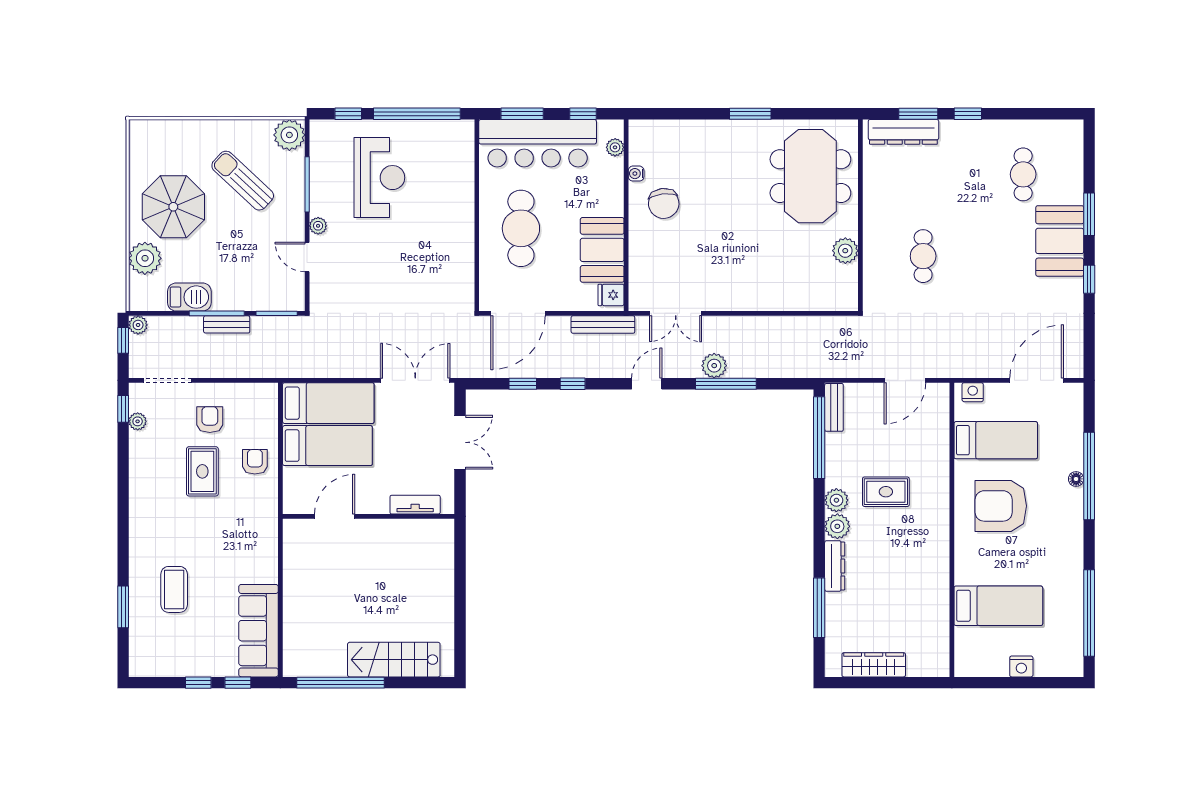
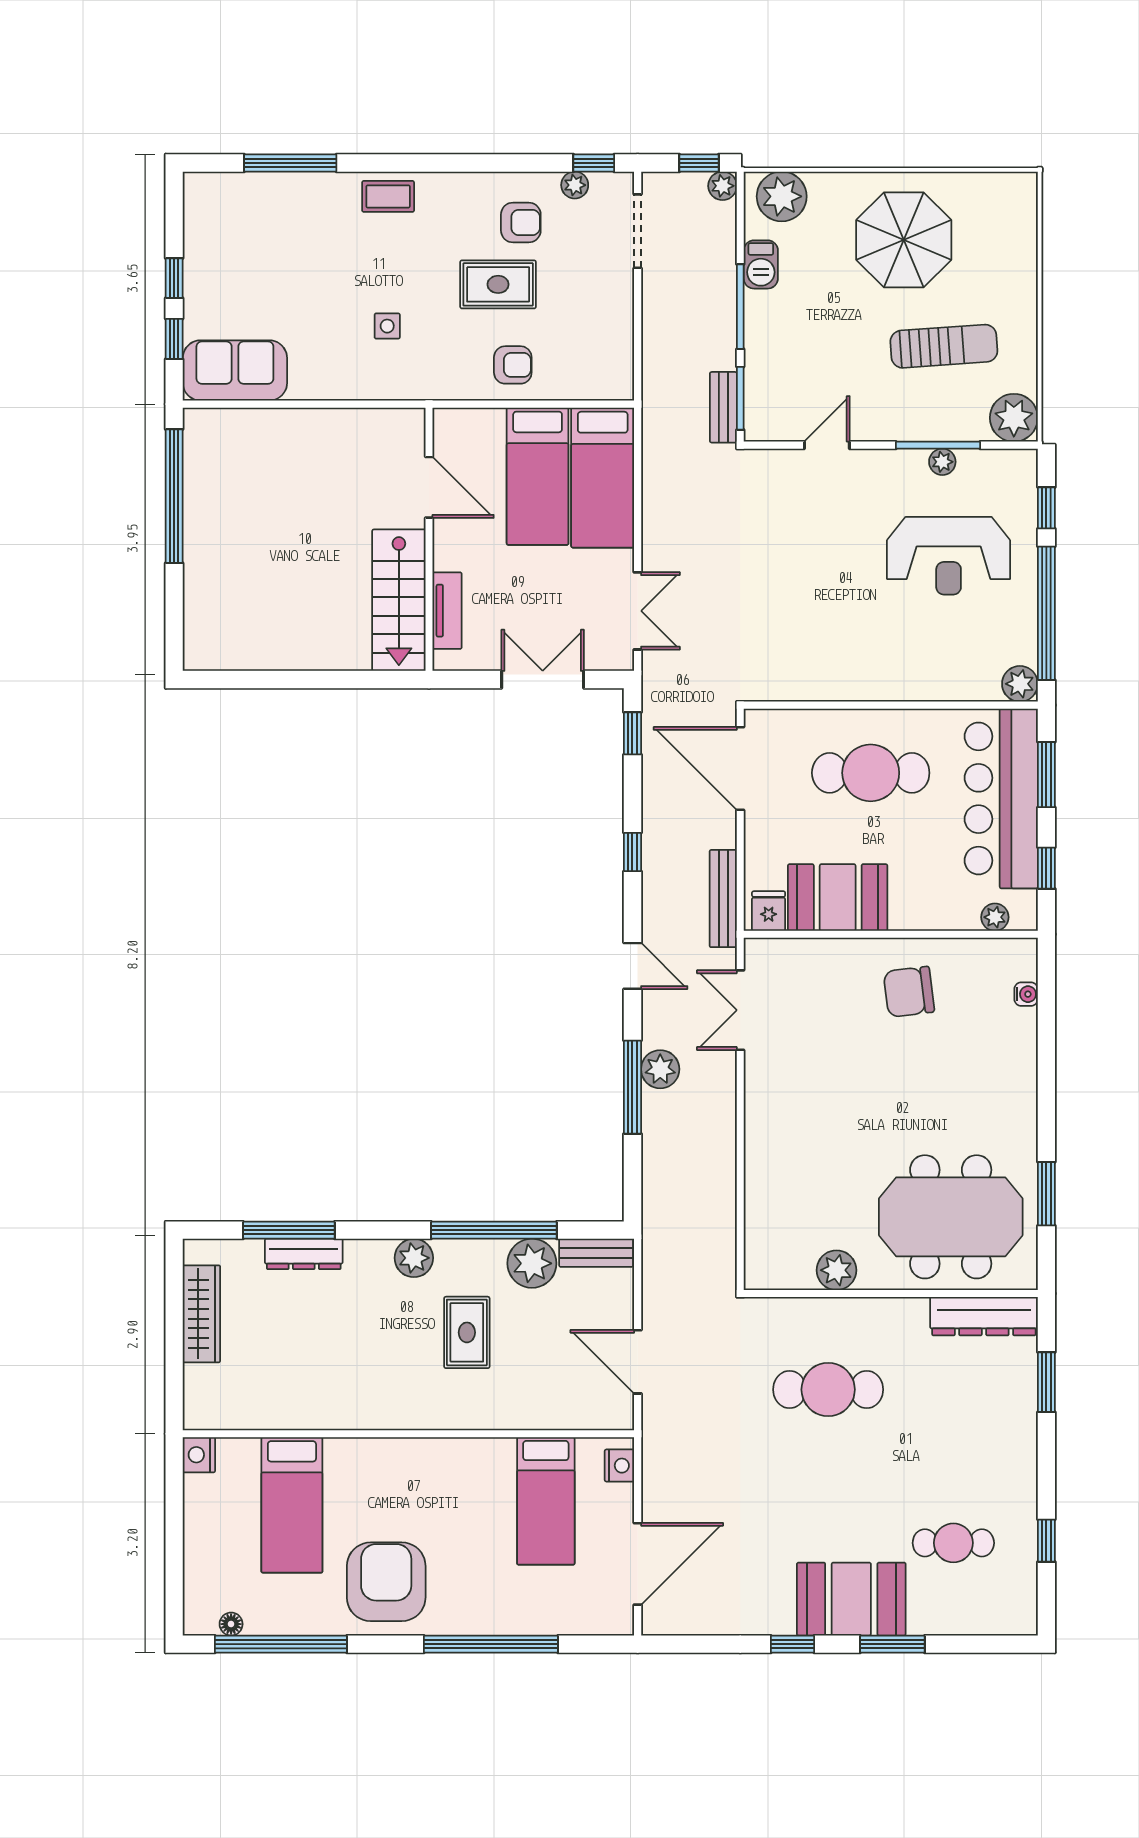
window: (750, 114) -> (1046, 1194), moved
window: (968, 114) -> (1046, 1541), moved
plant: (463, 131) -> (1020, 684), added
dresser: (903, 132) -> (984, 1316), moved, turned -90
water cooler: (636, 174) -> (1026, 994), moved, turned 90
sun lounger: (243, 181) -> (944, 346), turned 43
plant: (318, 226) -> (942, 462), moved
cafe table: (923, 256) -> (828, 1390), width x1.37, depth x1.35
plant: (145, 258) -> (782, 196), moved
barbecue: (189, 297) -> (761, 264), width x0.73, depth x0.79
bench: (227, 324) -> (723, 407), moved
double door: (415, 380) -> (638, 611), width x0.73
door: (1037, 380) -> (638, 1564), hinge flipped
window: (523, 384) -> (632, 733), moved
armchair: (210, 420) -> (521, 222), moved
window: (819, 438) -> (494, 1230), moved
double door: (460, 442) -> (543, 679), swing flipped
floor lamp: (1076, 479) -> (231, 1624), moved
plant: (836, 500) -> (532, 1263), moved, width x1.36, depth x1.36
armchair: (1001, 506) -> (386, 1582), moved
side table: (229, 544) -> (387, 326), added
dresser: (835, 566) -> (304, 1254), moved
coffee table: (174, 589) -> (388, 196), moved, width x0.73, depth x0.77
window: (123, 607) -> (290, 163), width x1.44
sofa: (258, 631) -> (235, 370), width x0.73
stairs: (394, 660) -> (399, 600), moved, turned 180
nightstand: (1021, 666) -> (199, 1455), moved

